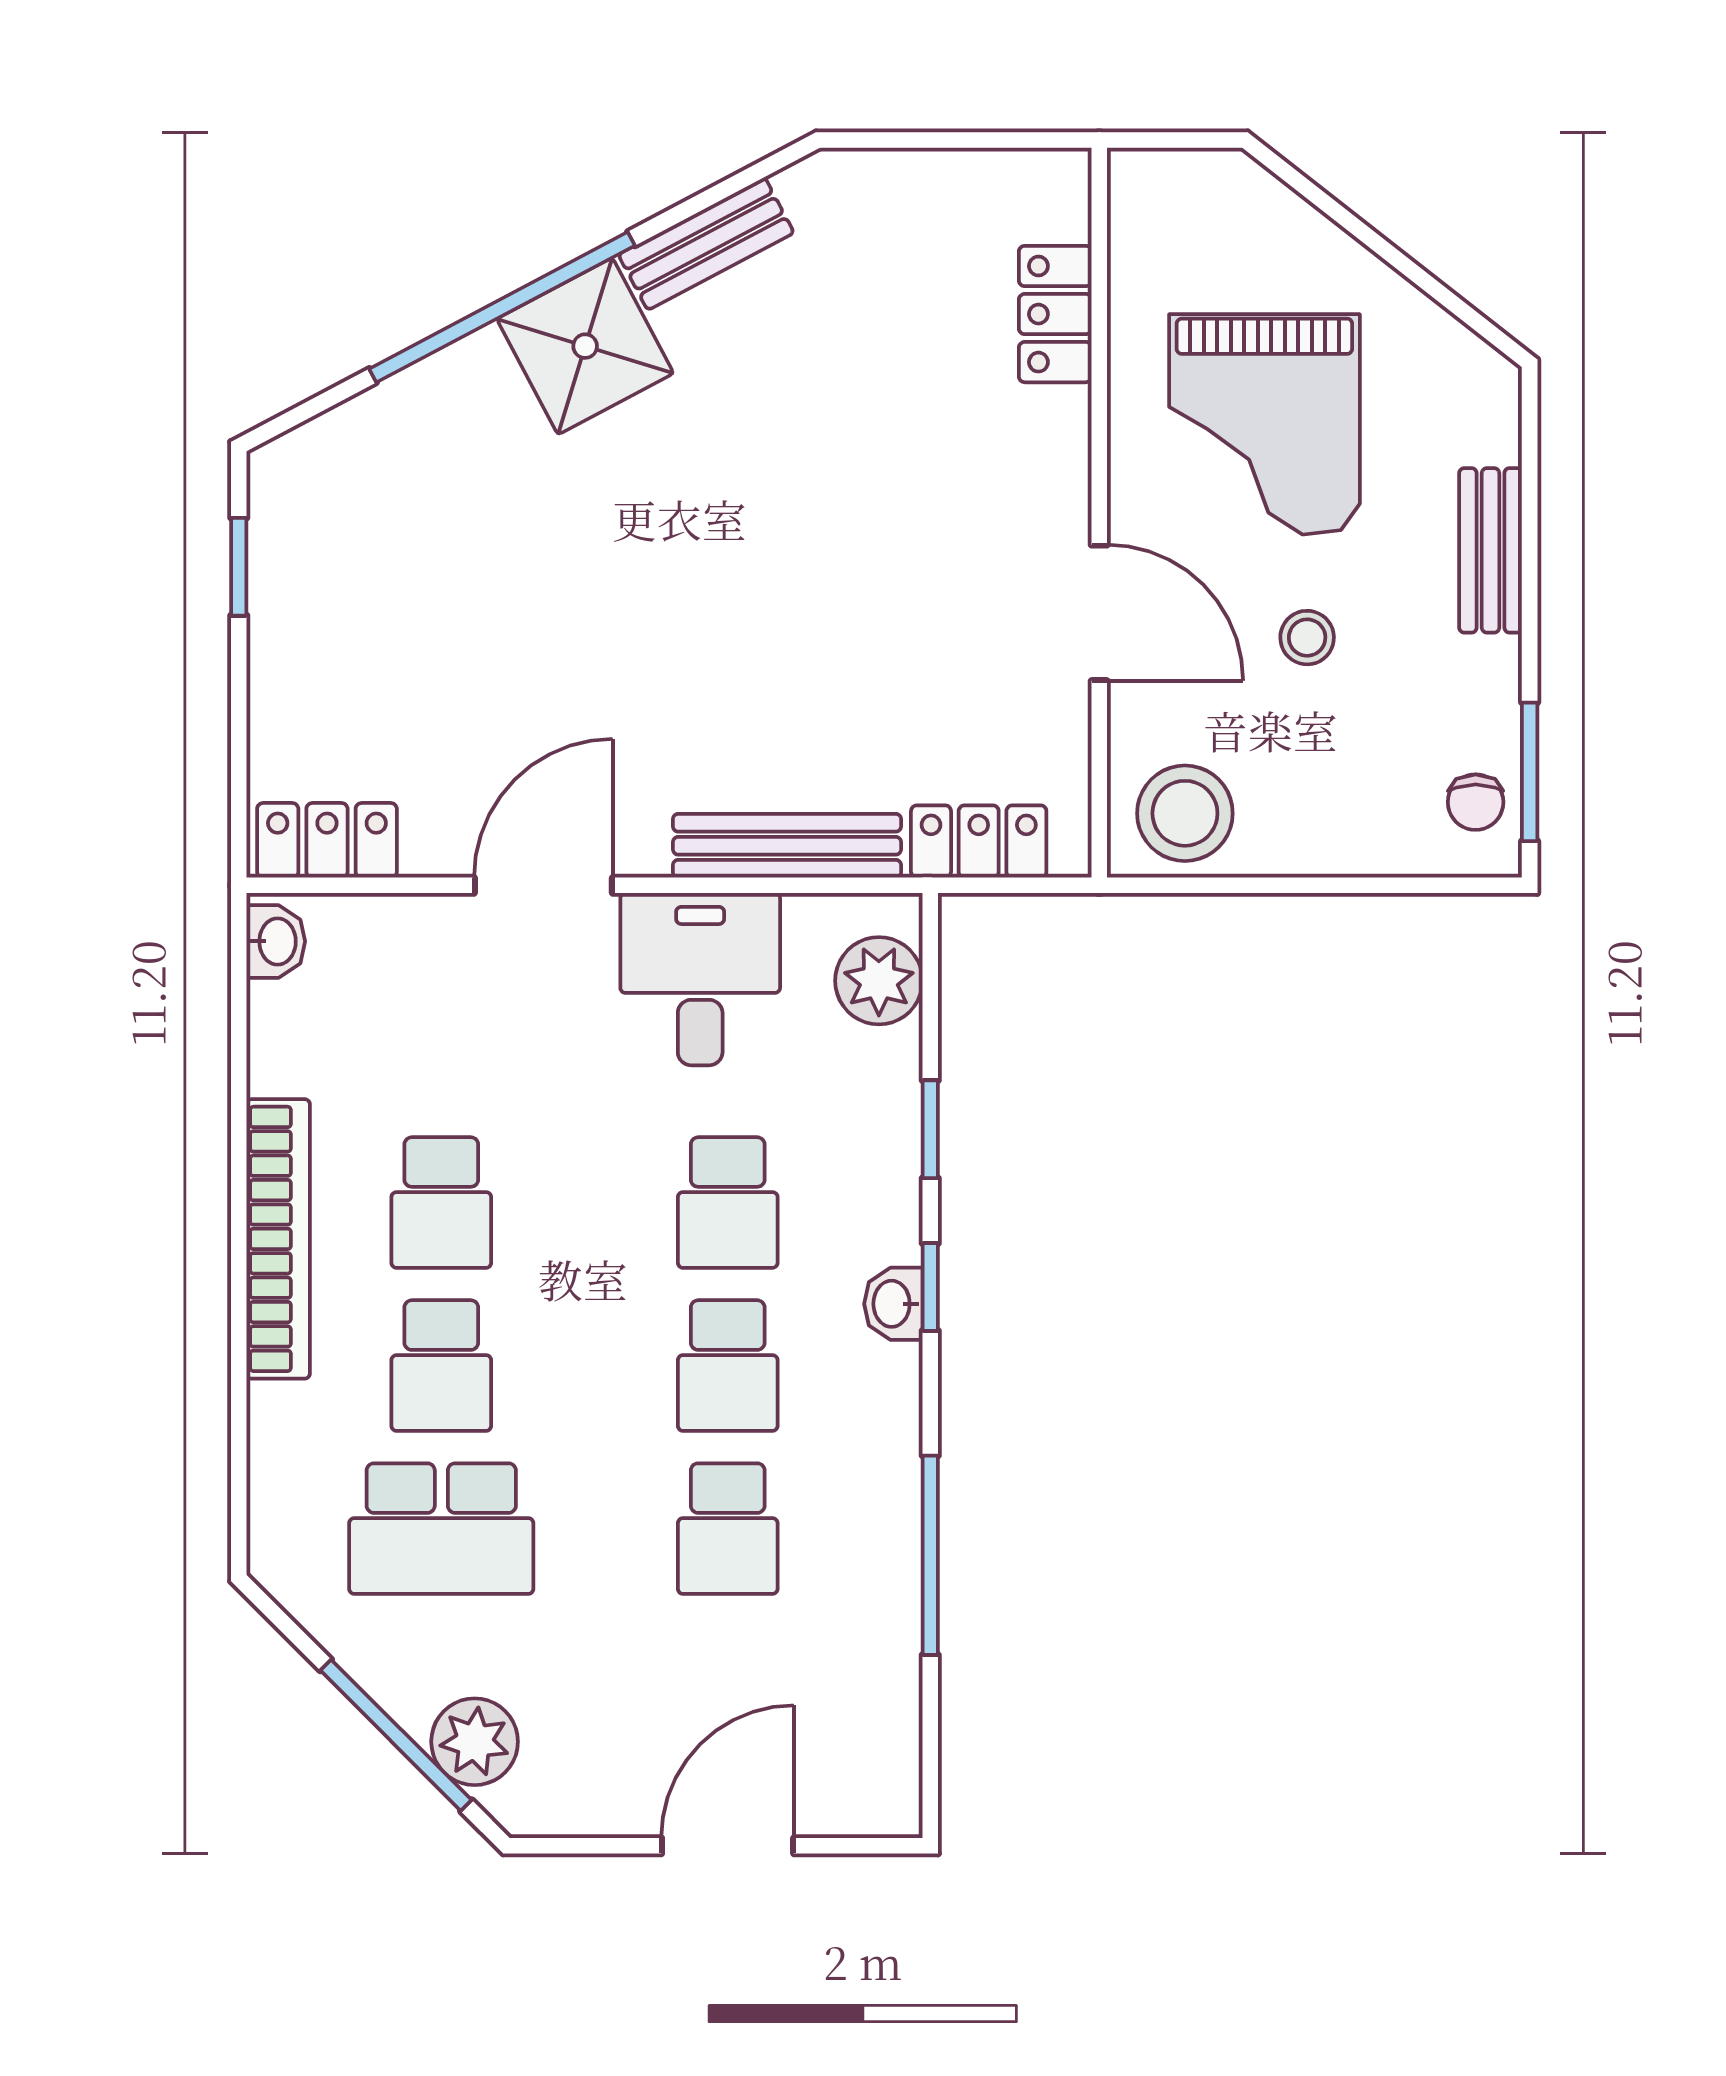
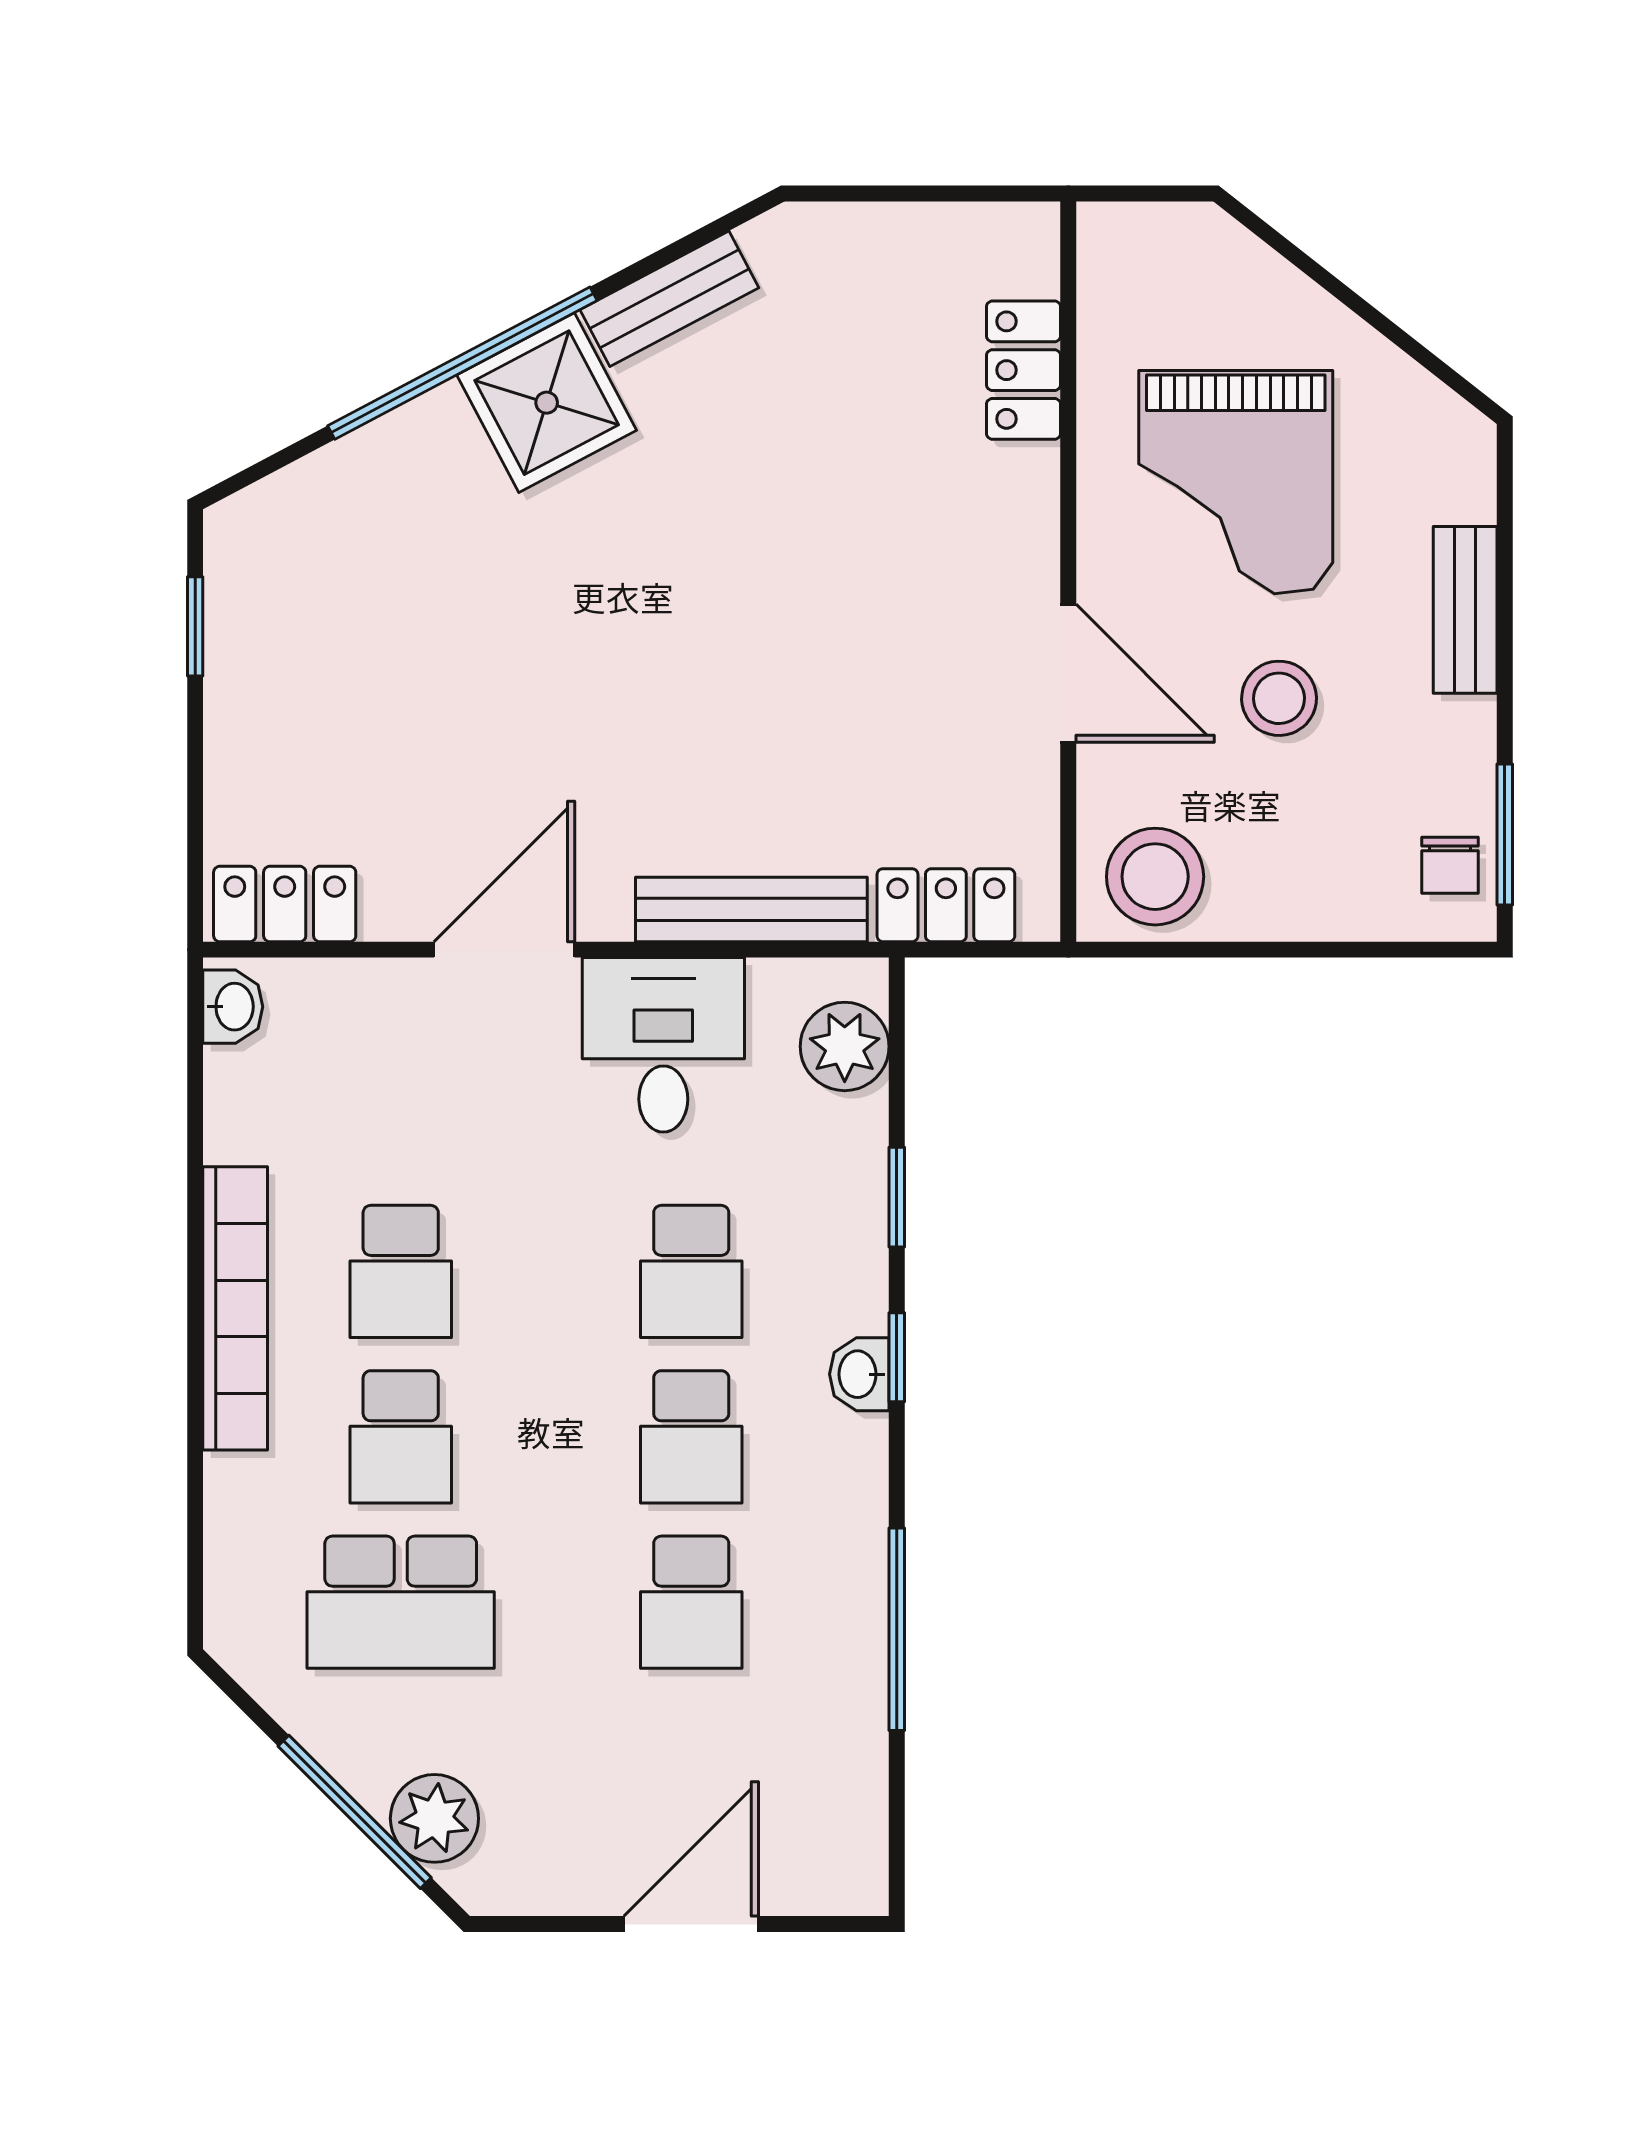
stool: (1307, 638) -> (1279, 698), width x1.37, depth x1.37

